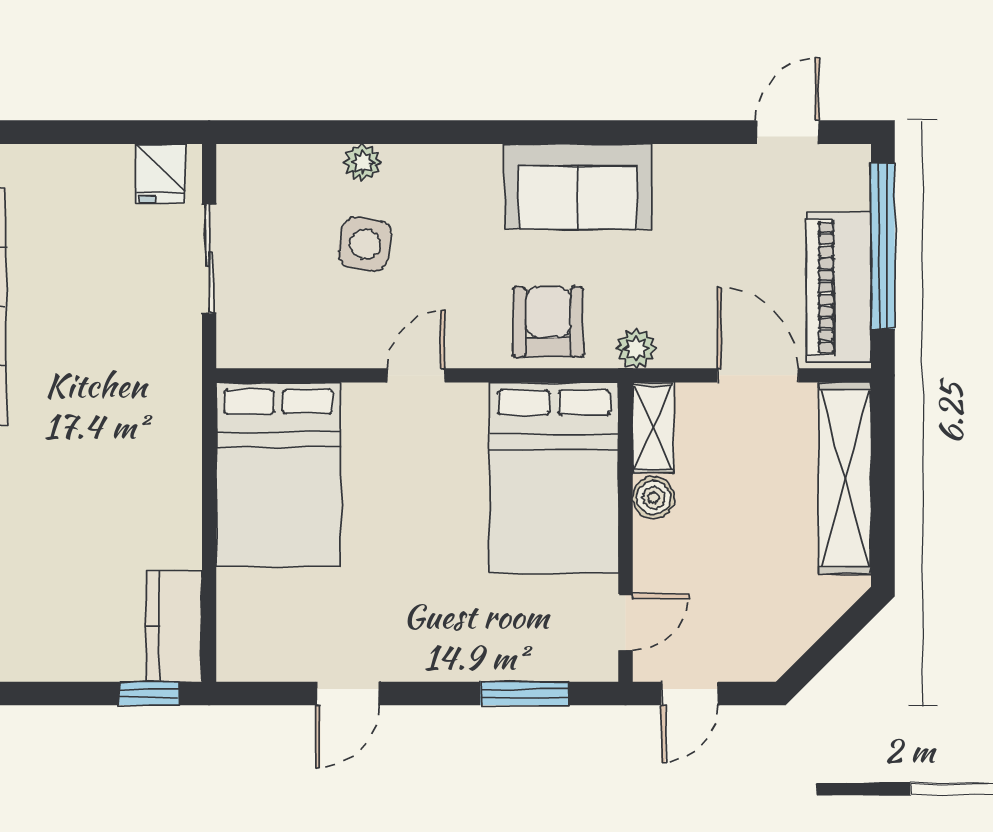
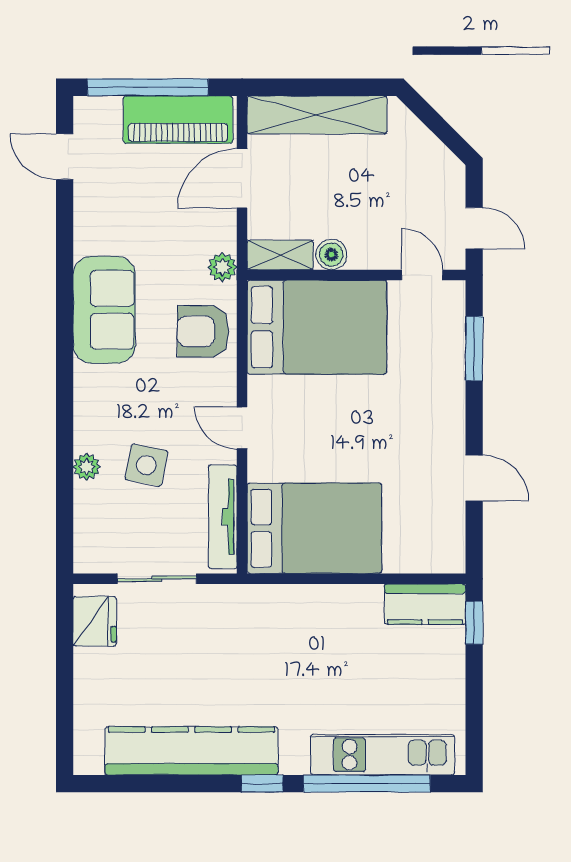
fridge: (160, 173) -> (95, 621), width x1.38
tv unit: (294, 349) -> (223, 517), added

